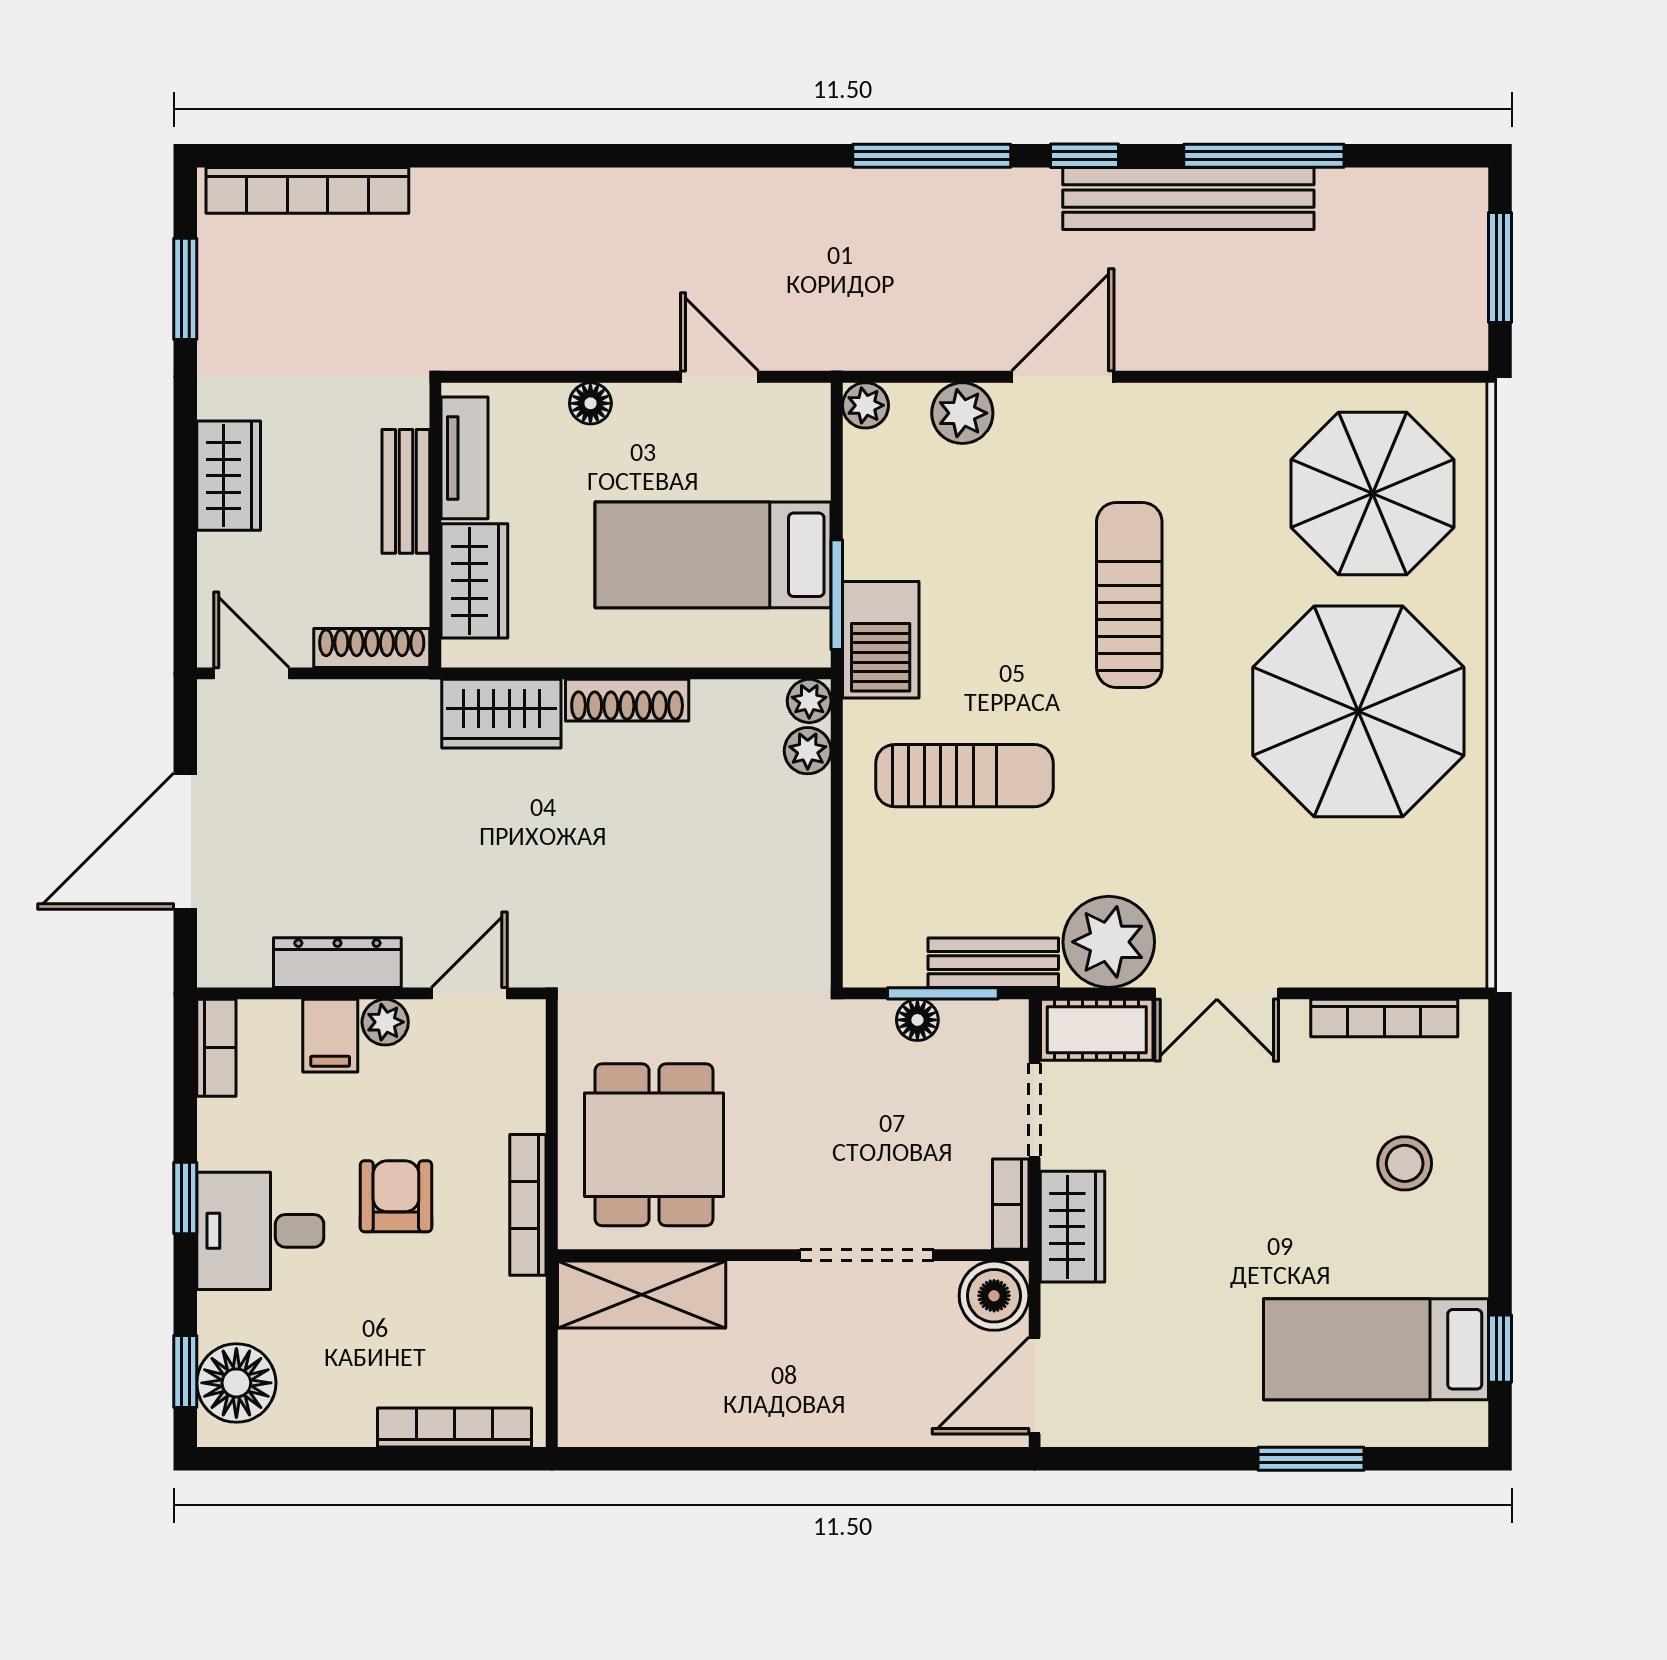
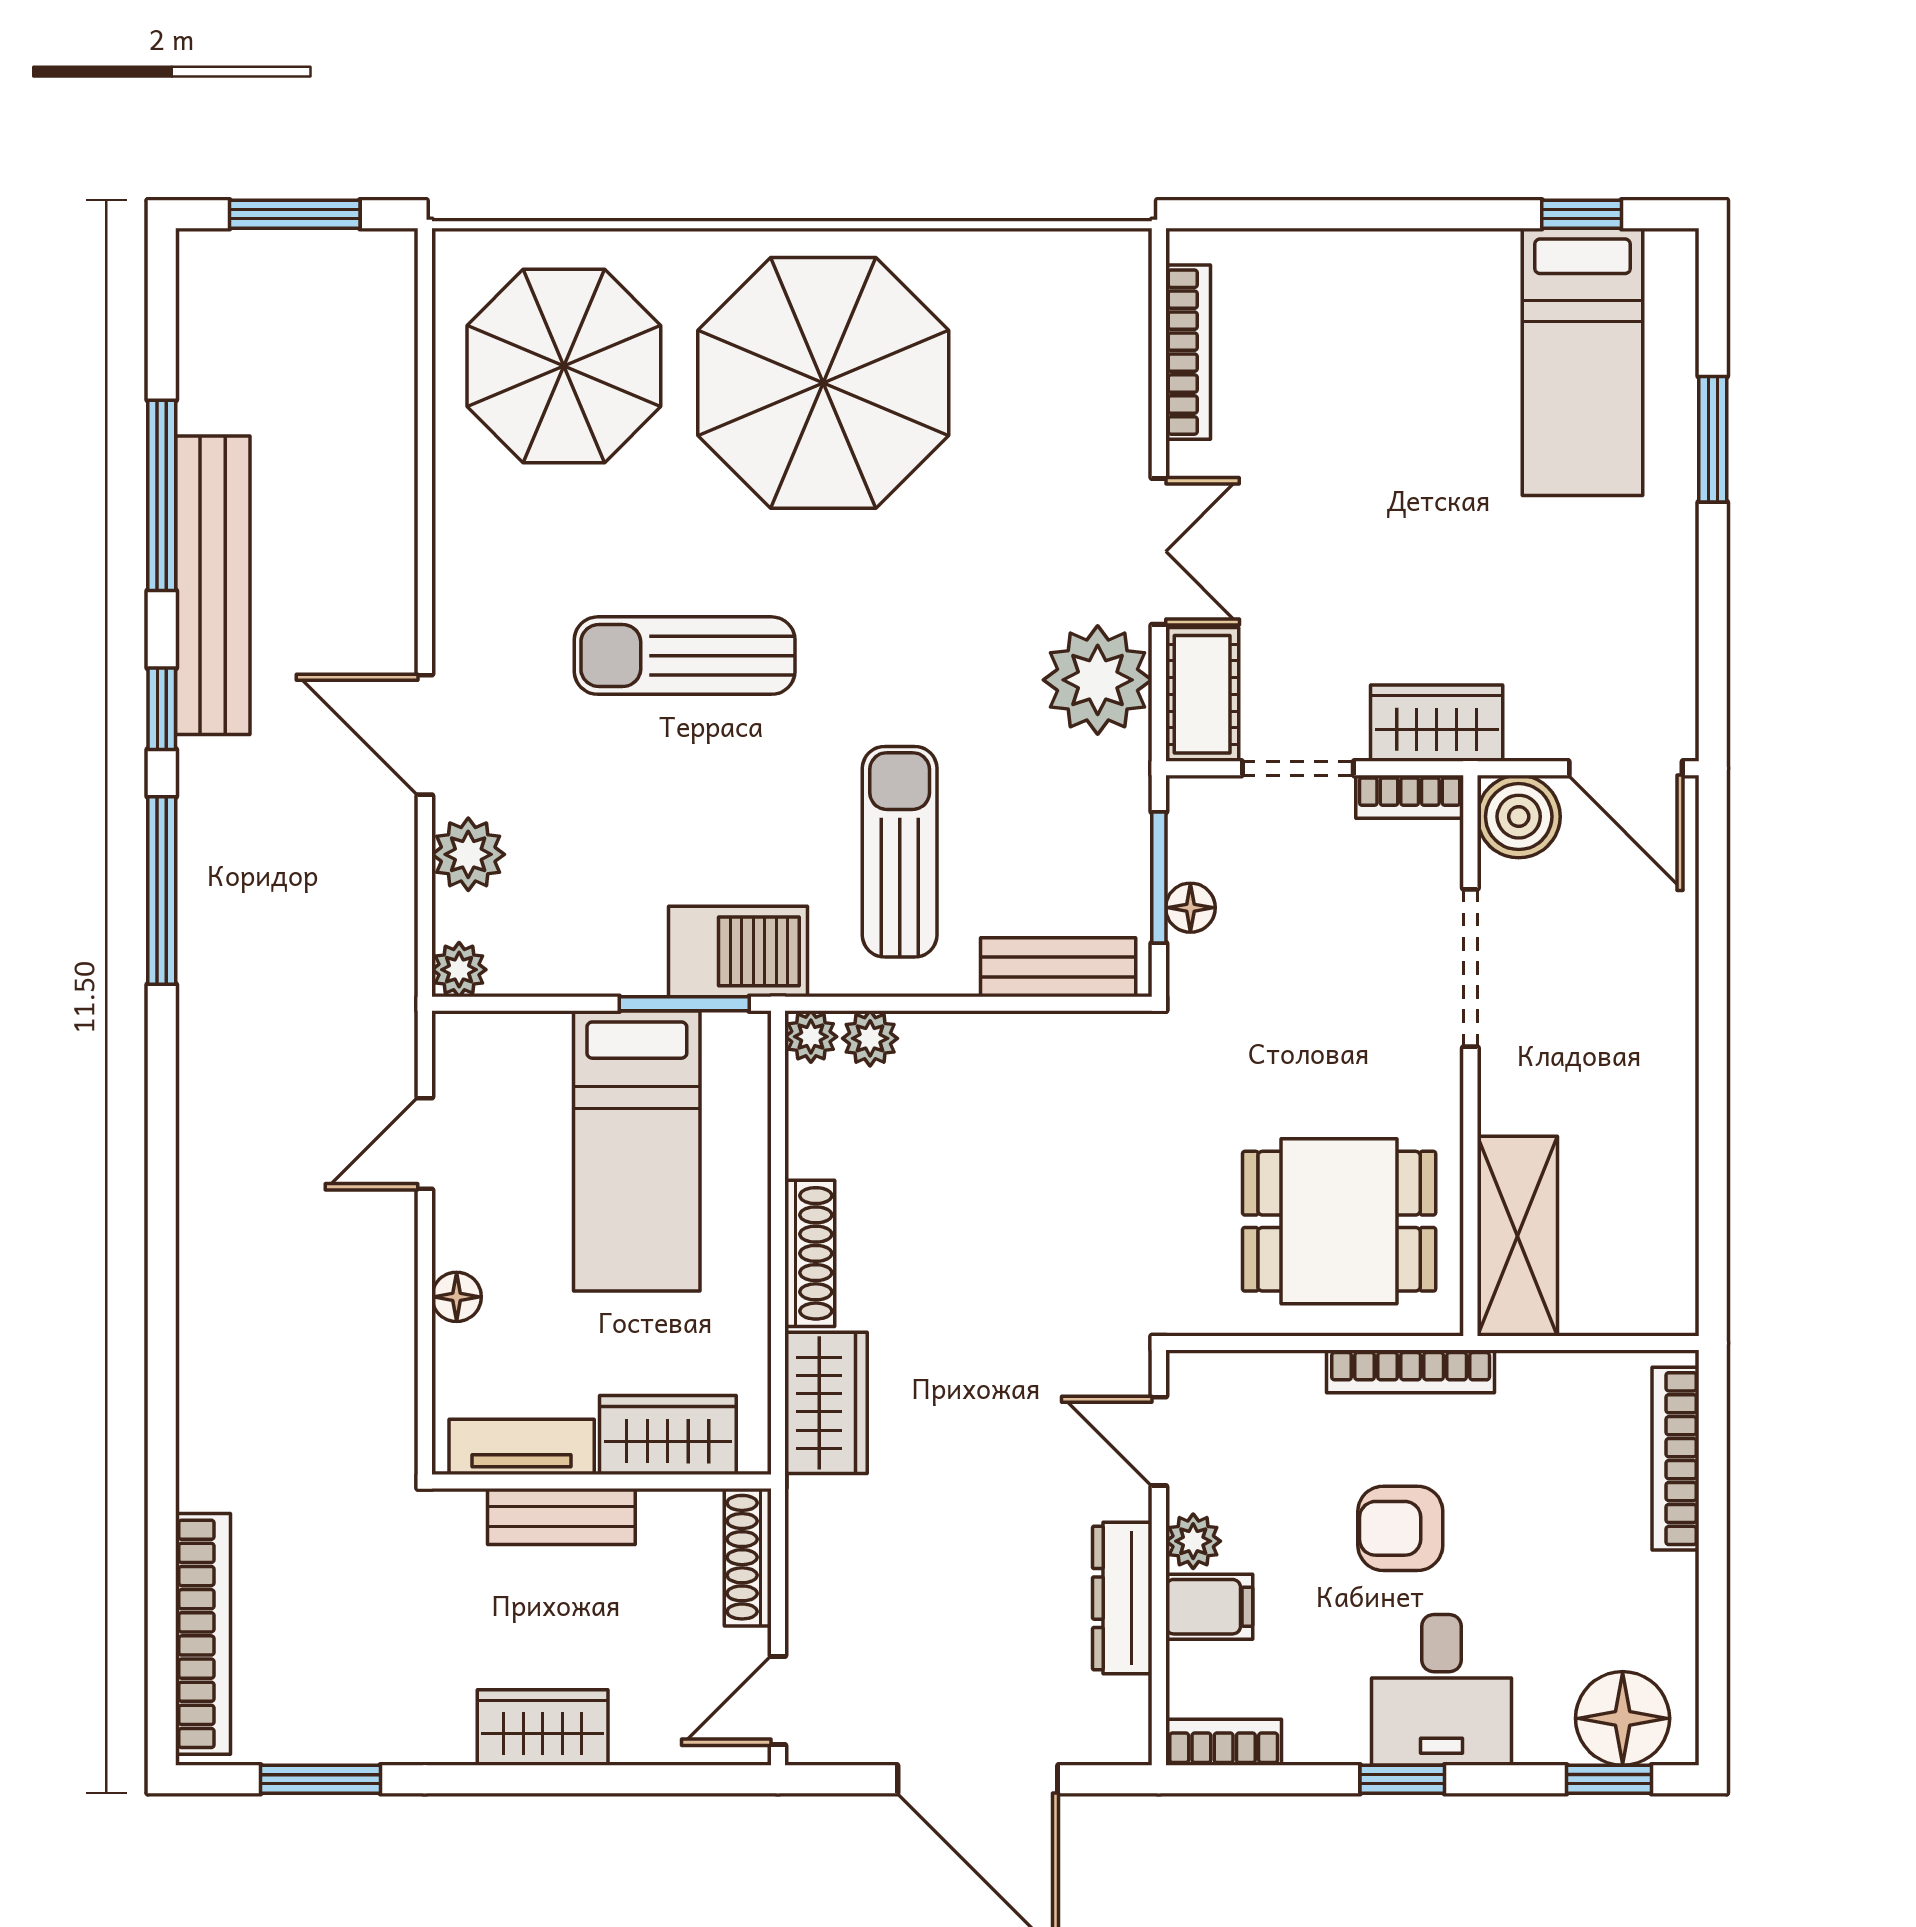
bench: (993, 963) -> (1058, 967), moved, turned 90
stool: (1405, 1163) -> (1361, 328), removed

